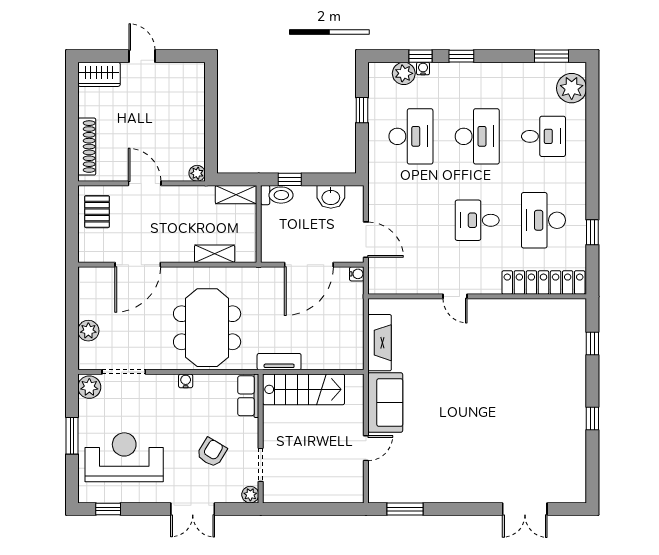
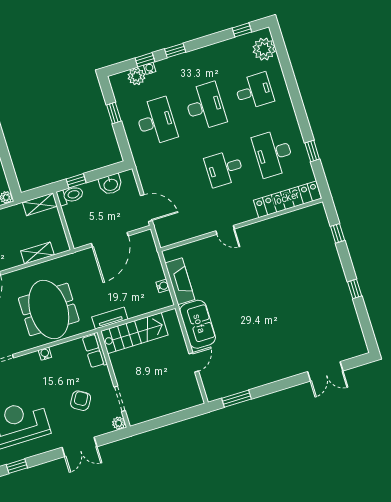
window: (552, 56) -> (242, 30), width x0.67
water cooler: (357, 274) -> (163, 286), moved

